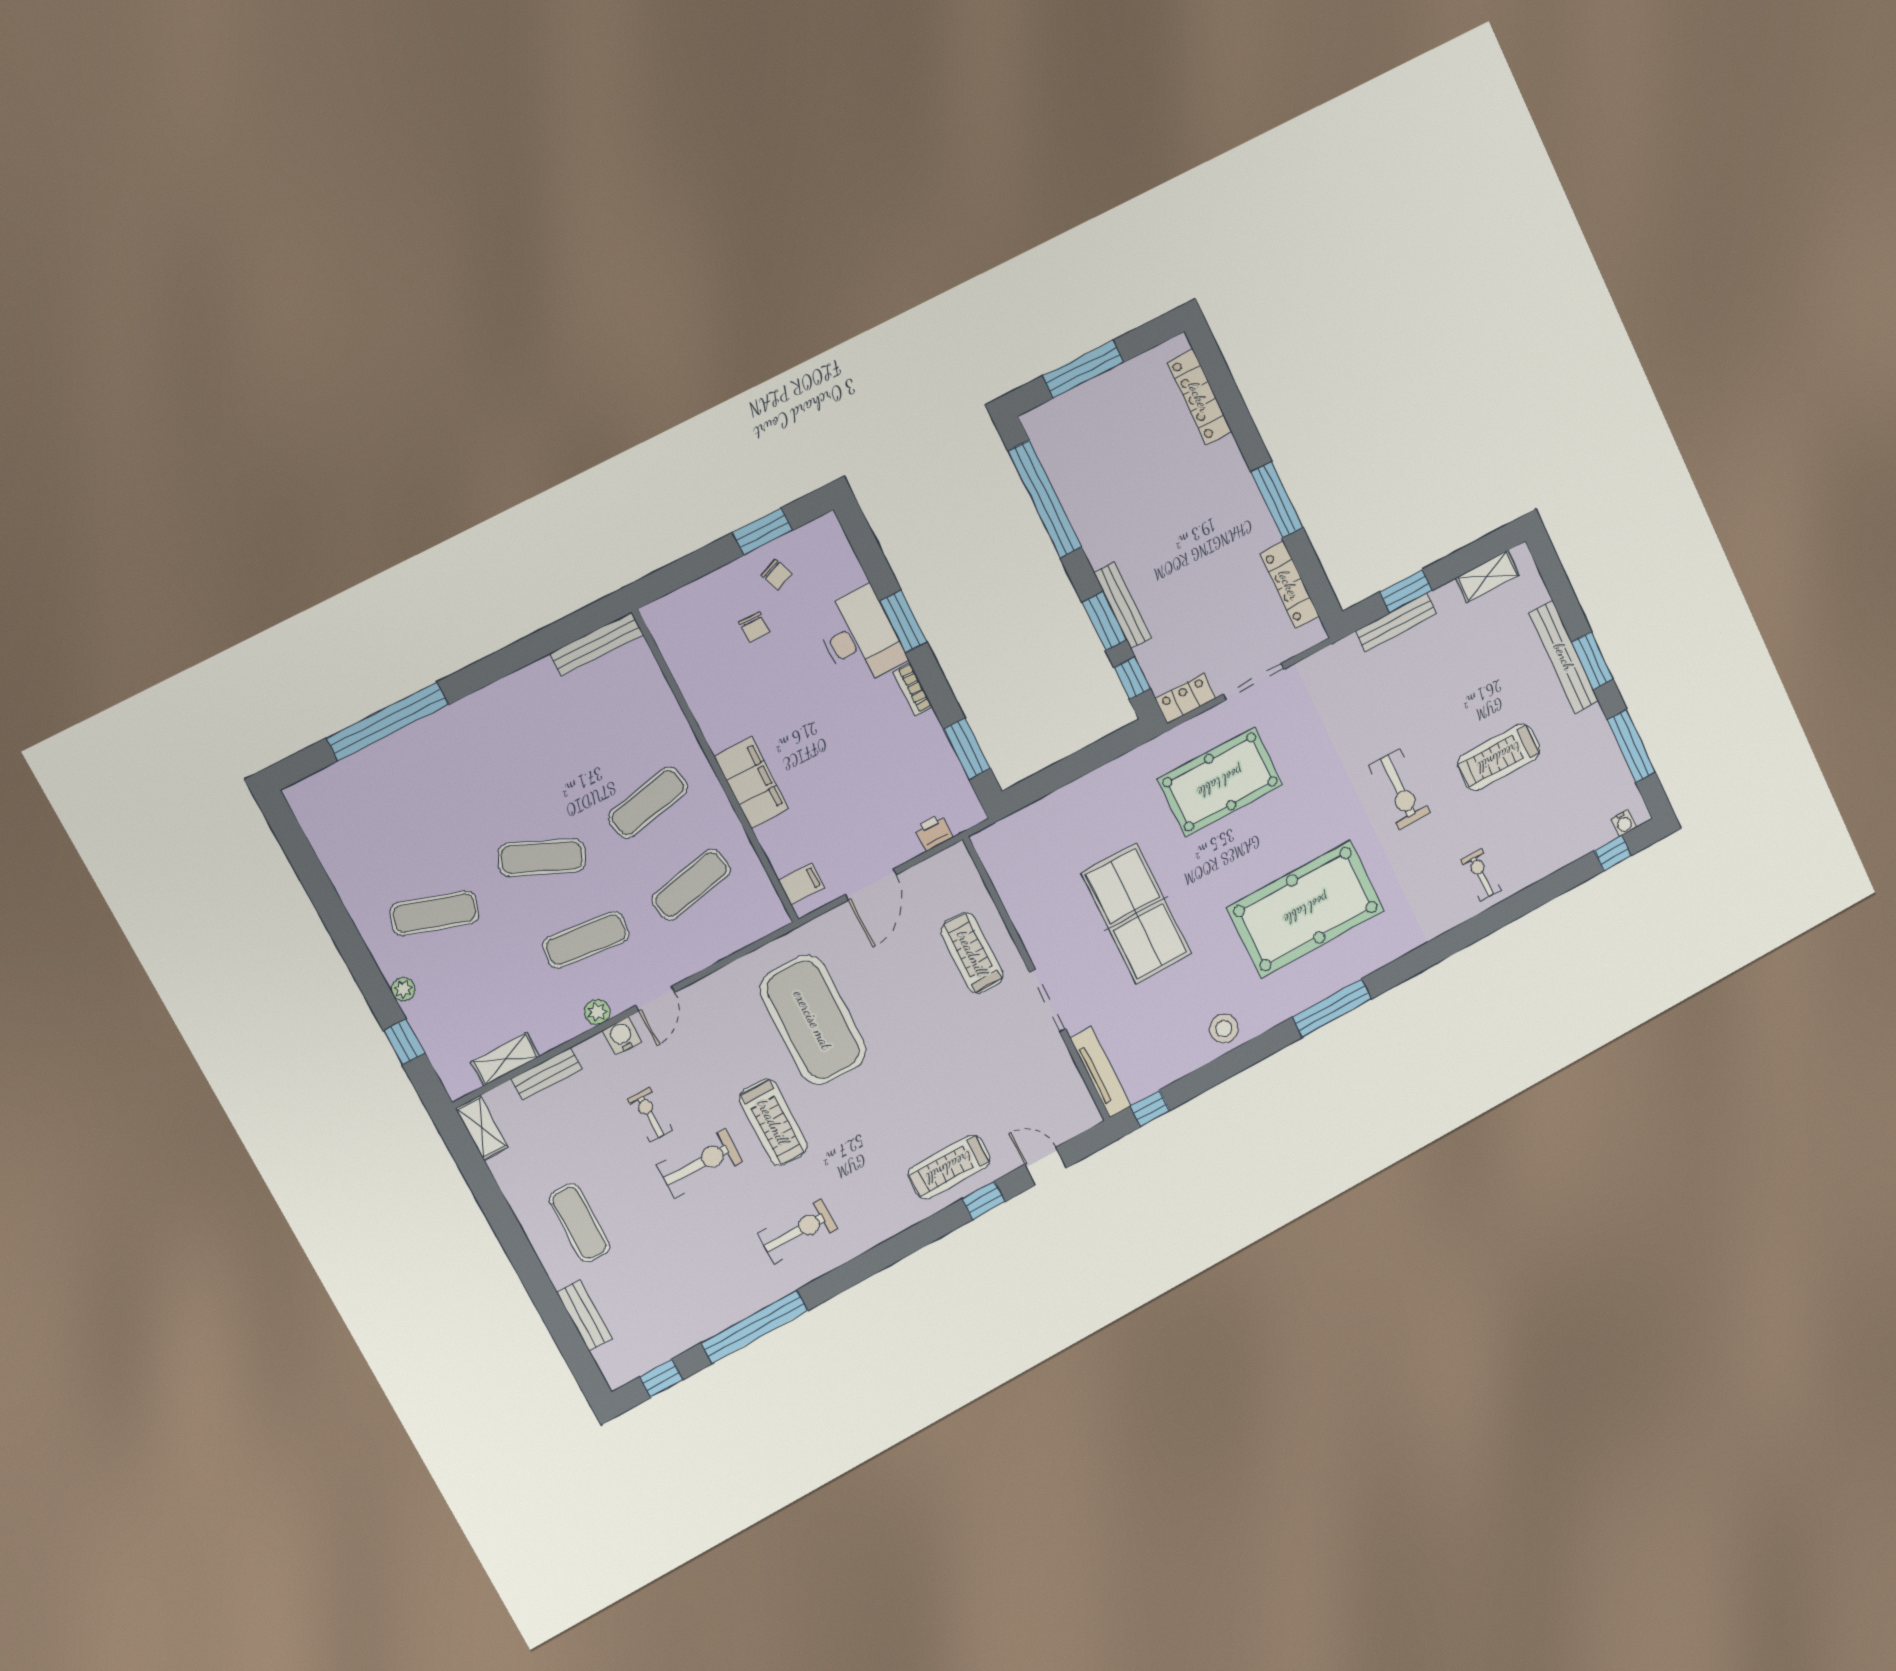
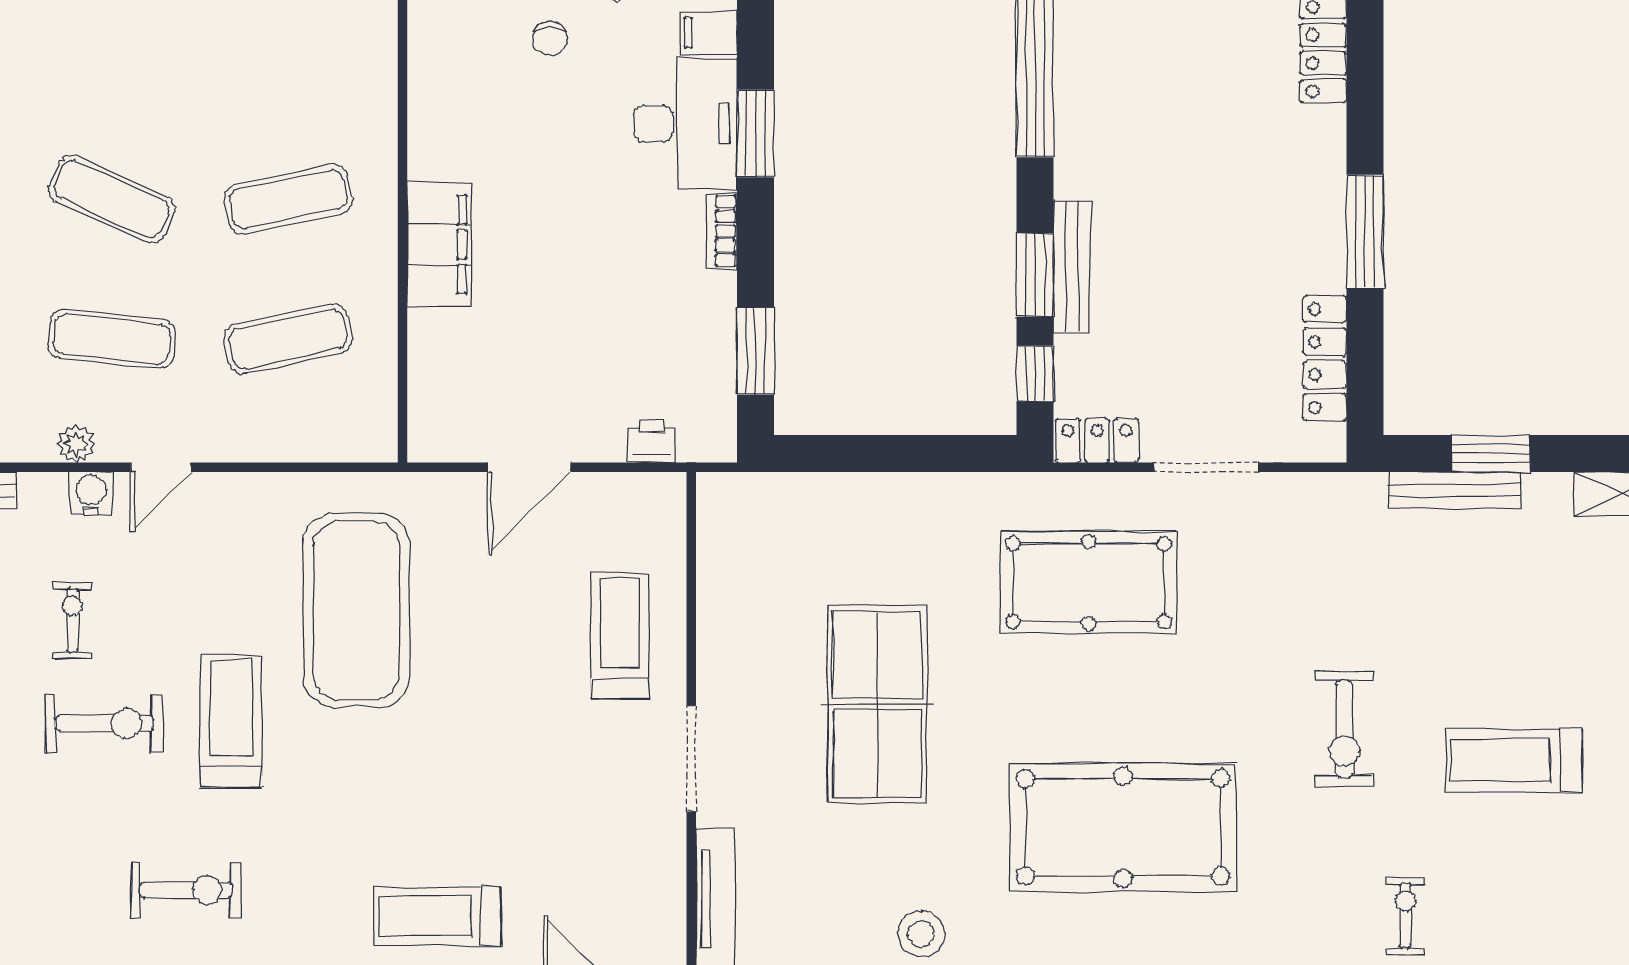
filing cabinet: (801, 884) -> (708, 33), moved, turned 180
treadmill: (773, 1122) -> (231, 721), turned 180

